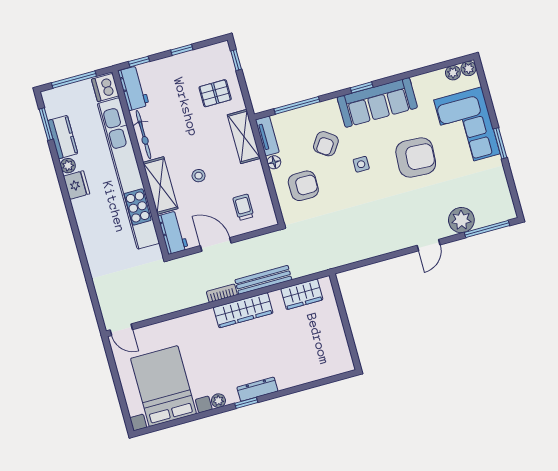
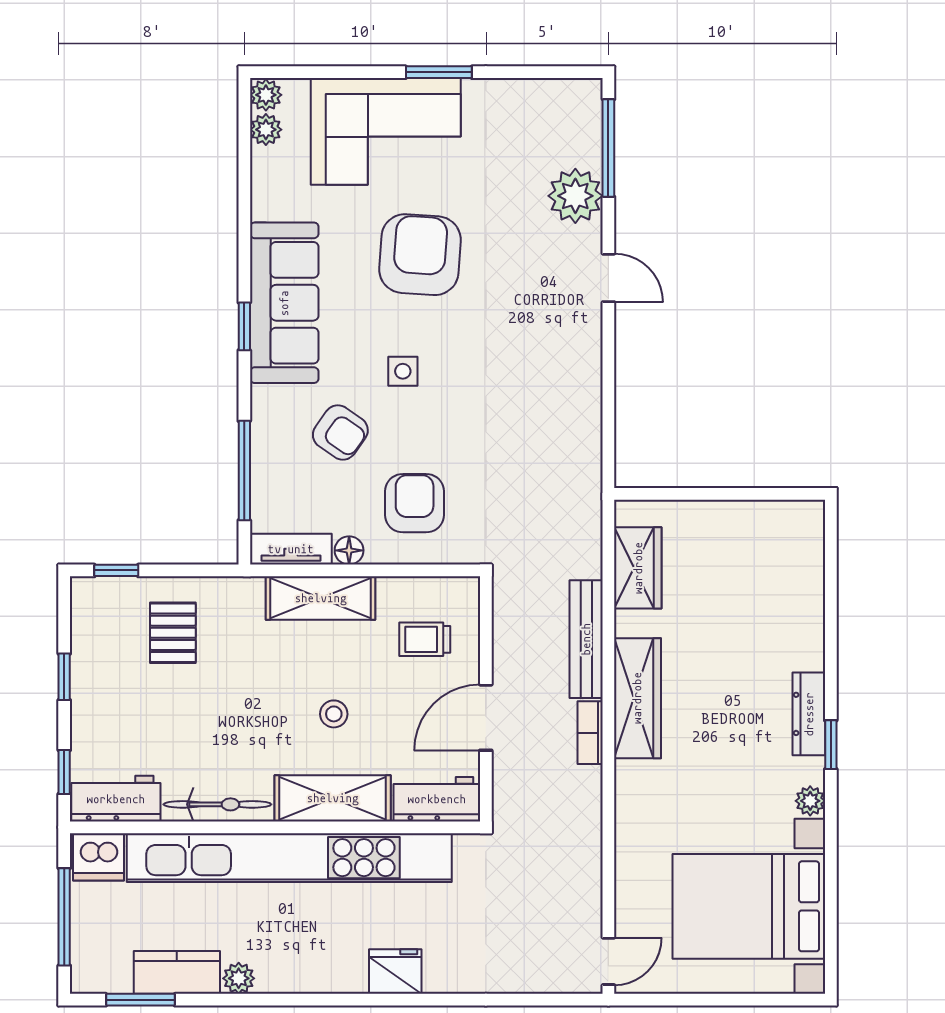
shelving: (244, 137) -> (321, 598), moved
fridge: (77, 185) -> (395, 971), moved

